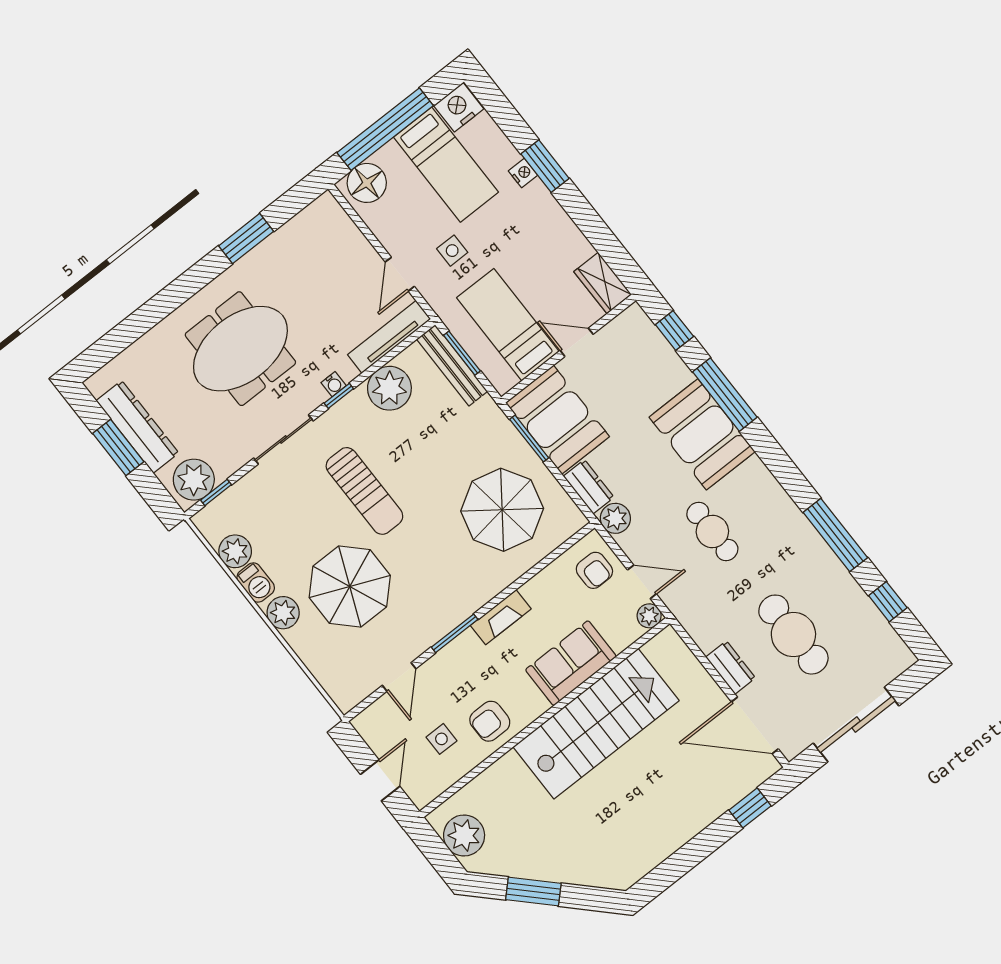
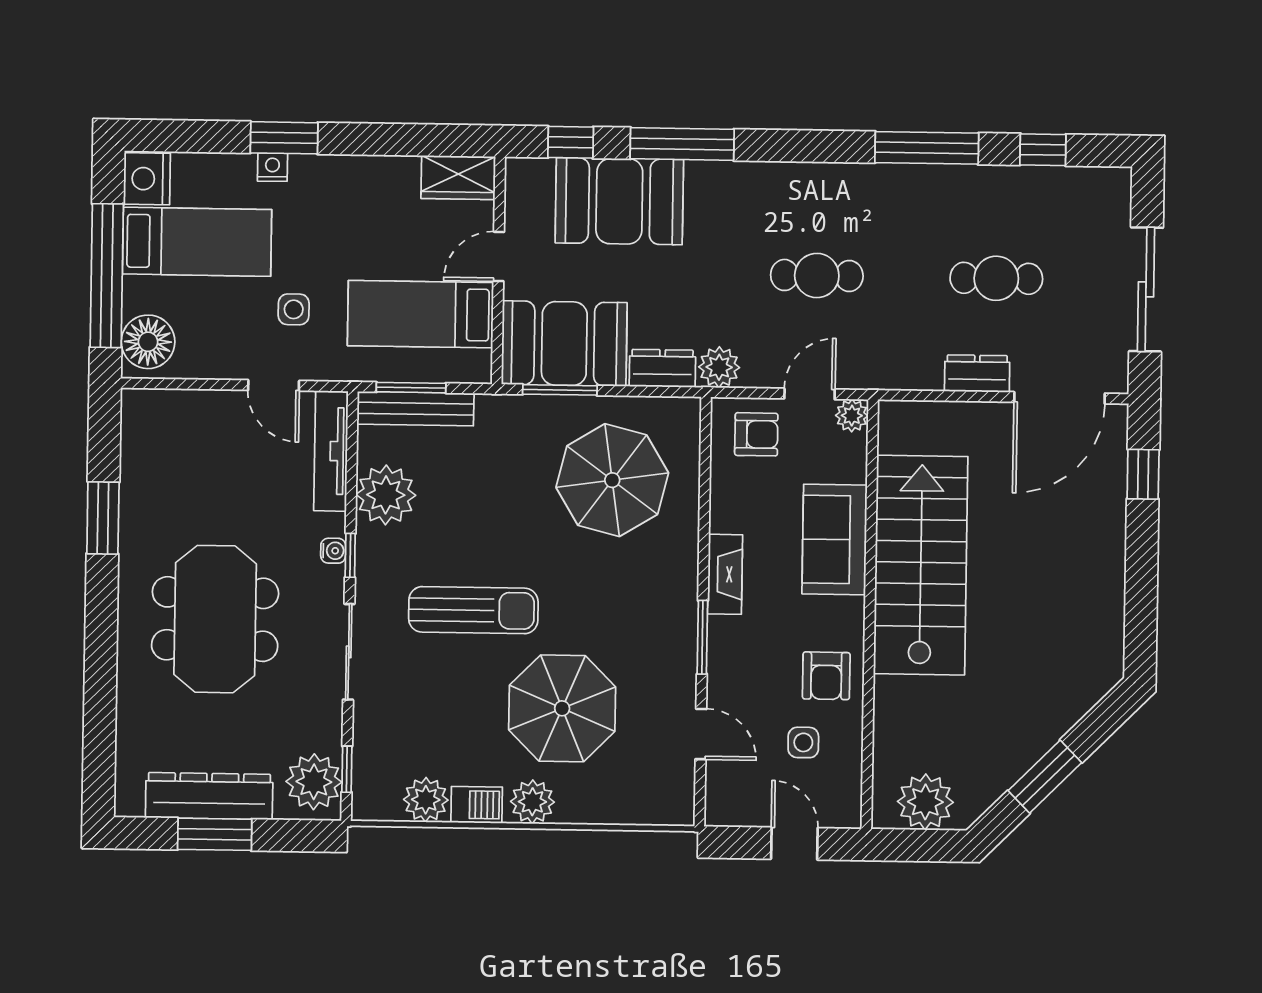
booth: (702, 434) -> (619, 201), moved
cafe table: (793, 635) -> (996, 278), width x0.73, depth x0.74

